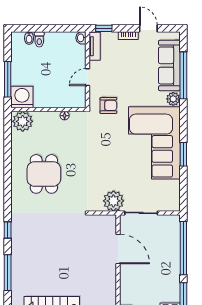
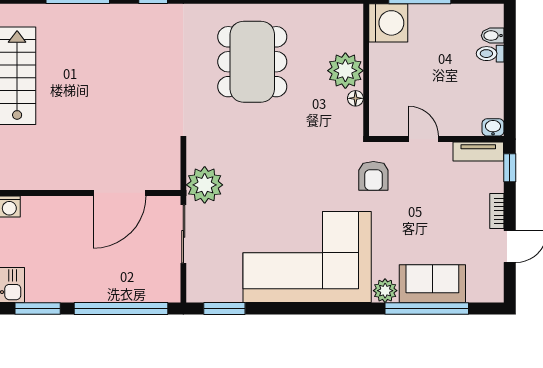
sofa: (169, 65) -> (432, 284), width x0.73
plant: (23, 121) -> (345, 71), moved
window: (183, 154) -> (224, 309), moved
dining table: (44, 174) -> (252, 62), width x1.38

